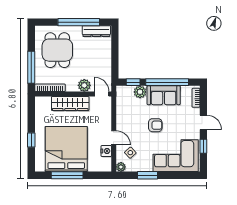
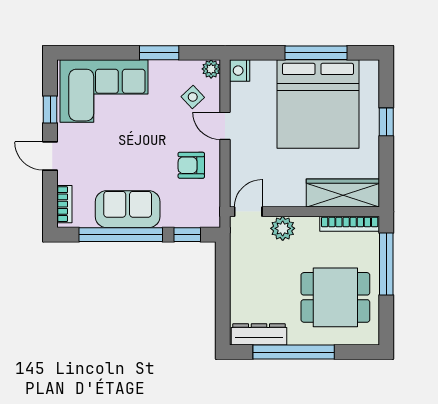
dining table: (57, 50) -> (335, 297), turned 90
plant: (140, 92) -> (174, 216), removed
door: (102, 94) -> (248, 212), swing flipped
wardrobe: (70, 104) -> (343, 193), moved
armchair: (155, 125) -> (191, 165), moved
nightstand: (106, 151) -> (240, 71), moved

